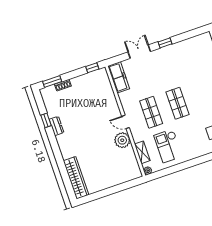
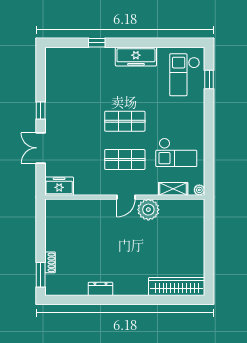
window: (92, 68) -> (41, 216), removed
freezer: (119, 77) -> (59, 186), width x0.71
window: (46, 120) -> (88, 300), removed

